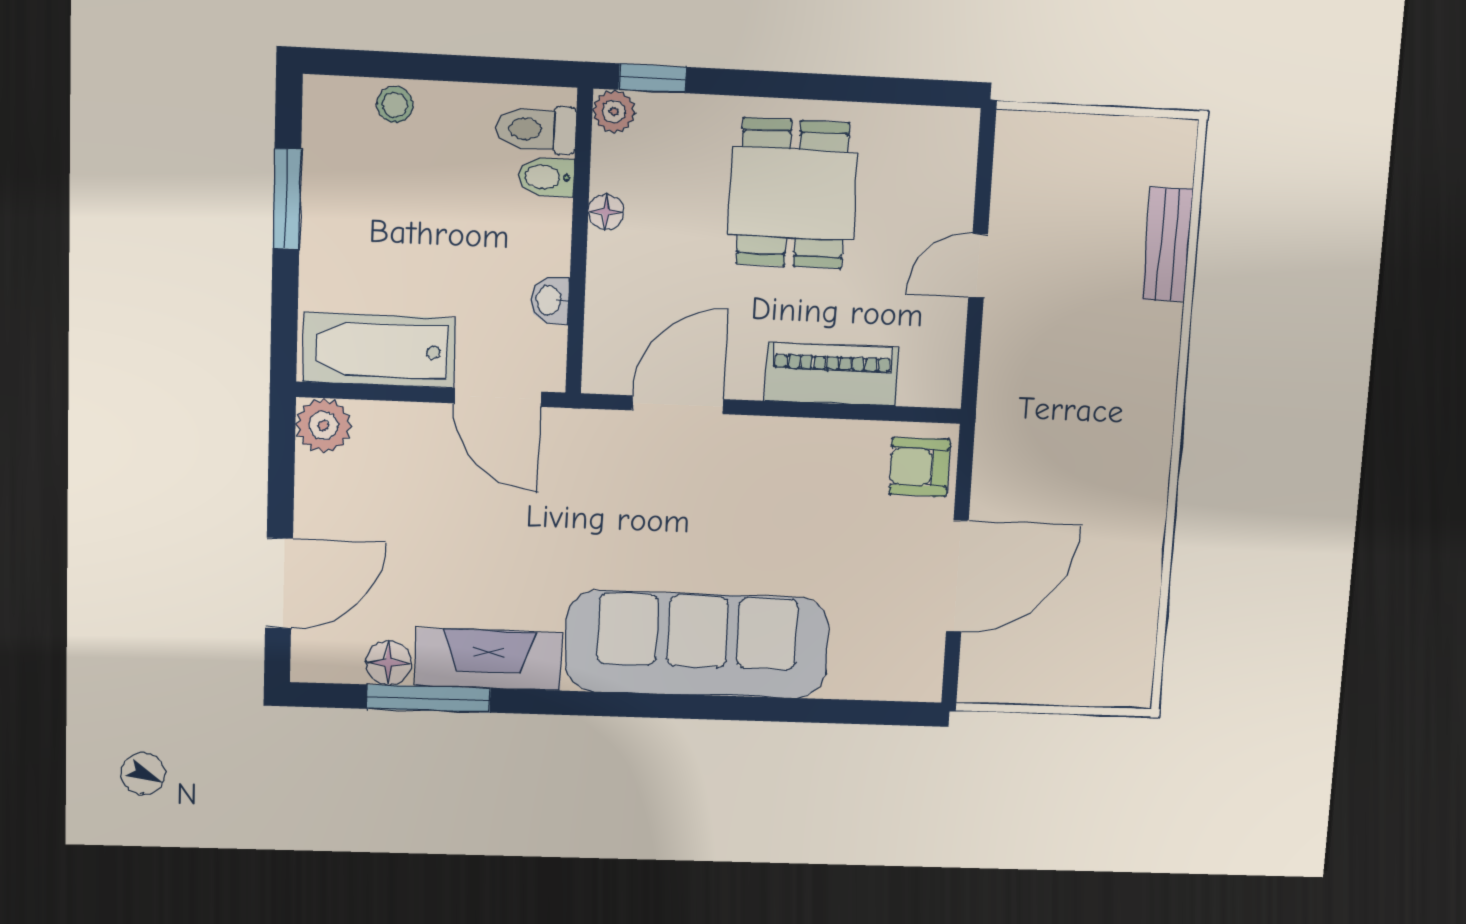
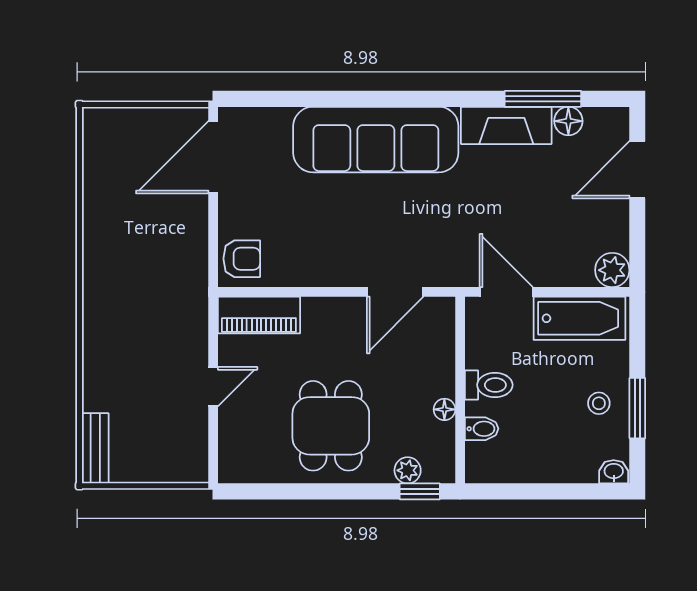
stool: (395, 105) -> (599, 403), moved
plant: (614, 111) -> (408, 470), moved
toilet: (536, 129) -> (489, 385), moved
bench: (1168, 245) -> (95, 448), moved
washbasin: (550, 300) -> (614, 472), moved, turned -90
piano: (832, 374) -> (259, 315), moved
door: (957, 576) -> (213, 157), moved

